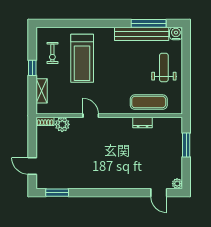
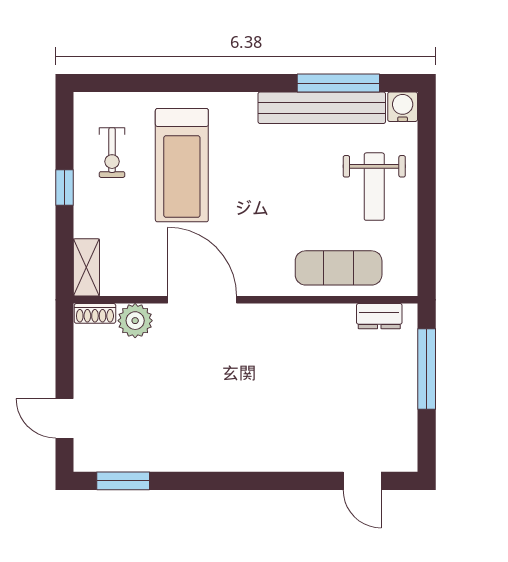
weight bench: (164, 67) -> (374, 187), turned 180
shelving: (42, 91) -> (86, 267), moved
door: (91, 116) -> (202, 300), width x1.88
dresser: (143, 123) -> (379, 316), moved
window: (186, 145) -> (427, 369), width x1.44
plant: (177, 184) -> (406, 460), removed

